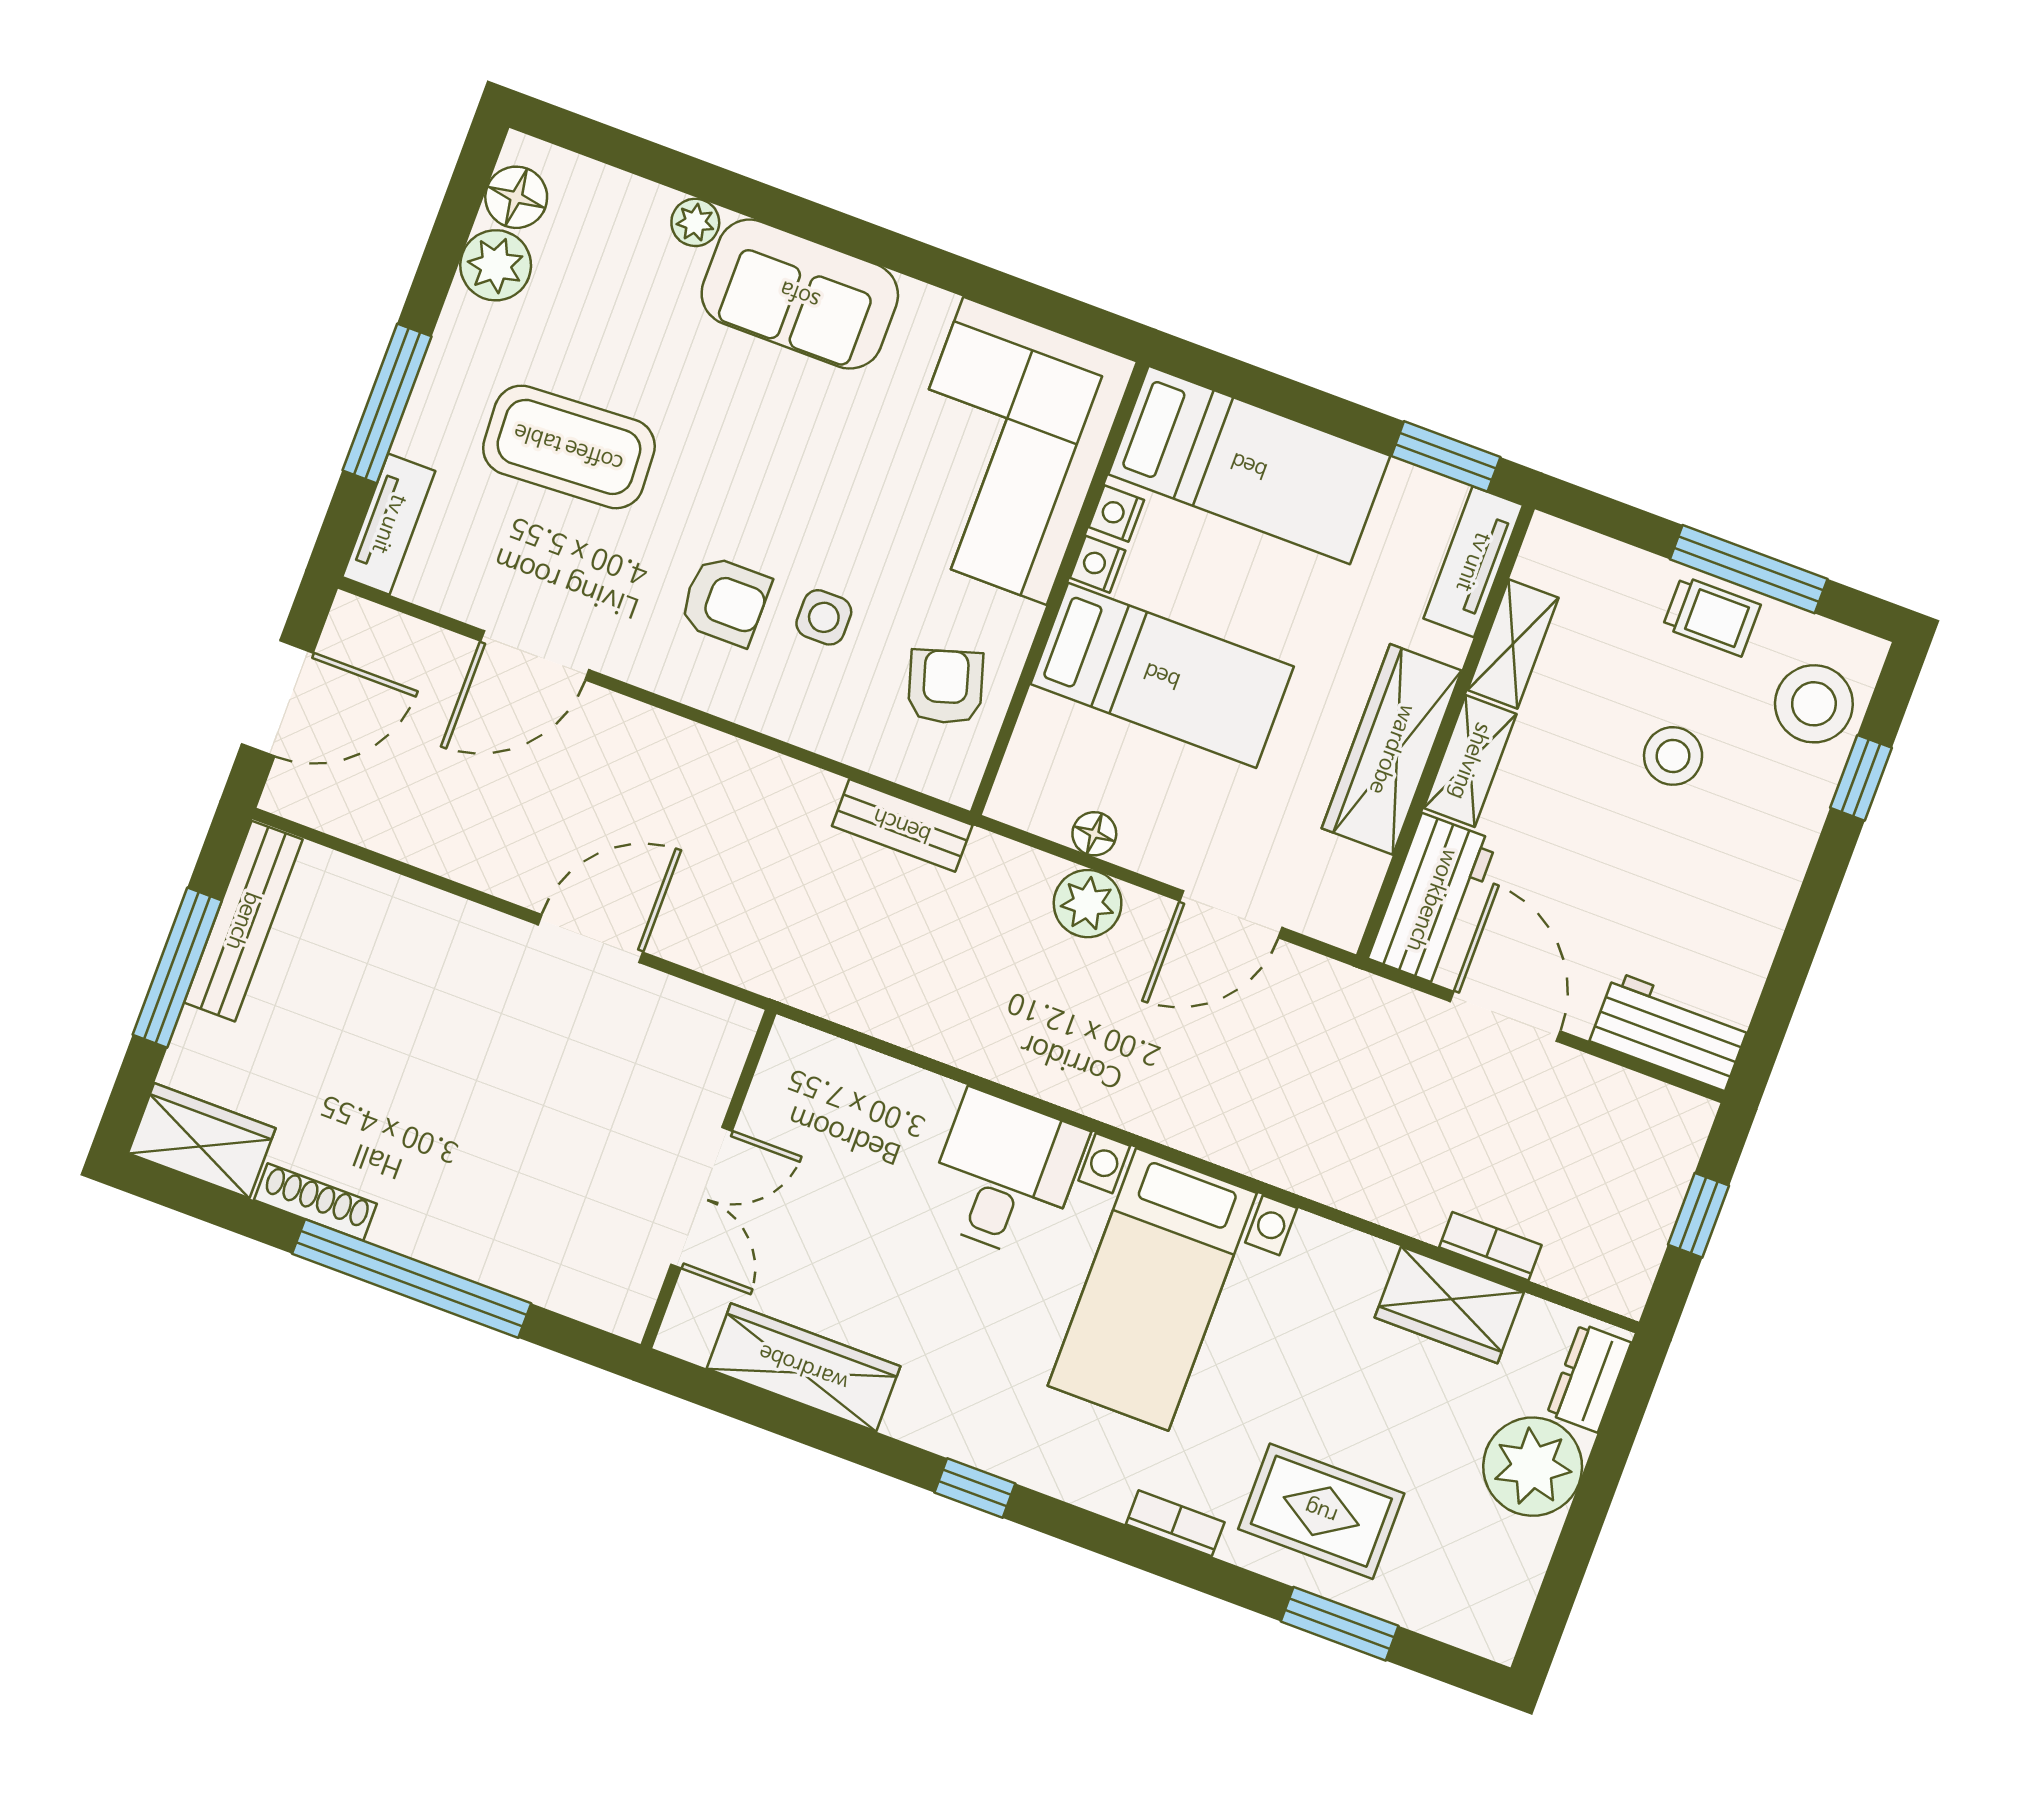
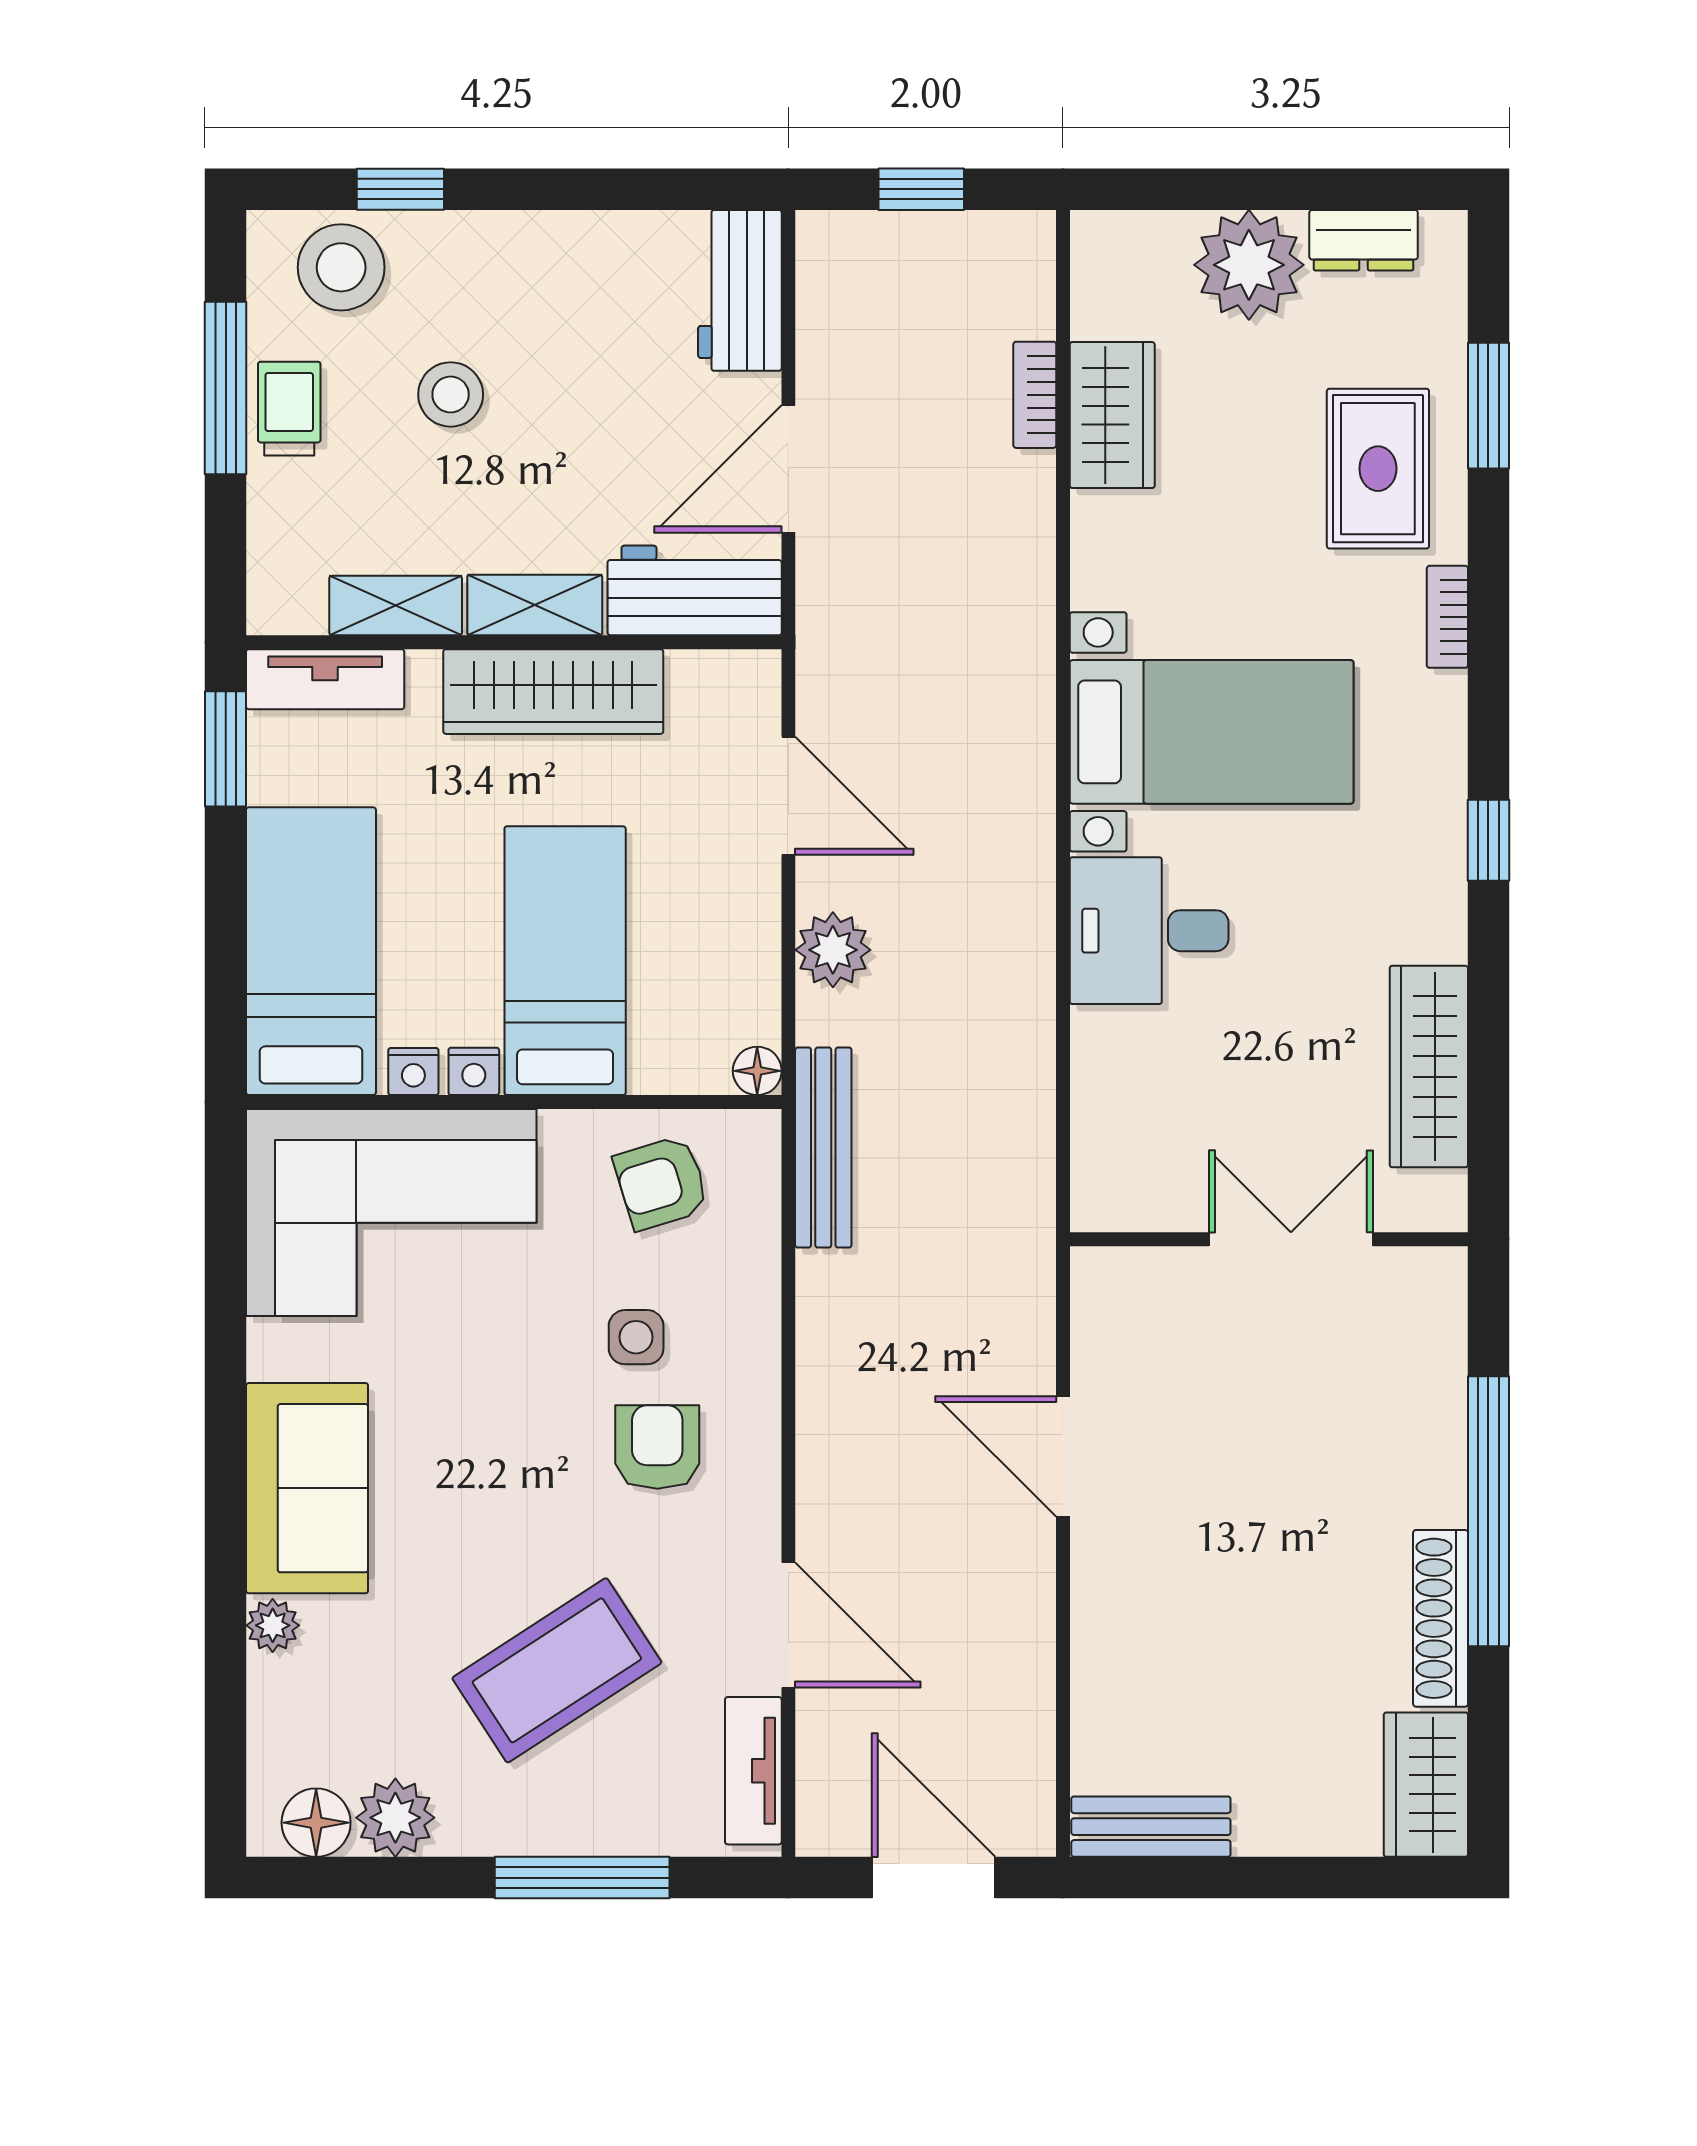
coffee table: (569, 447) -> (557, 1670), turned 60
tv unit: (389, 524) -> (753, 1771), moved, turned -90
bench: (902, 825) -> (823, 1148), width x1.36
floor lamp: (1094, 834) -> (757, 1071), moved
bench: (243, 921) -> (1151, 1827), width x0.73
window: (177, 968) -> (1254, 1878), removed
shoe rack: (315, 1202) -> (1441, 1618), width x1.36, depth x1.24
dresser: (1589, 1378) -> (1364, 240), moved

